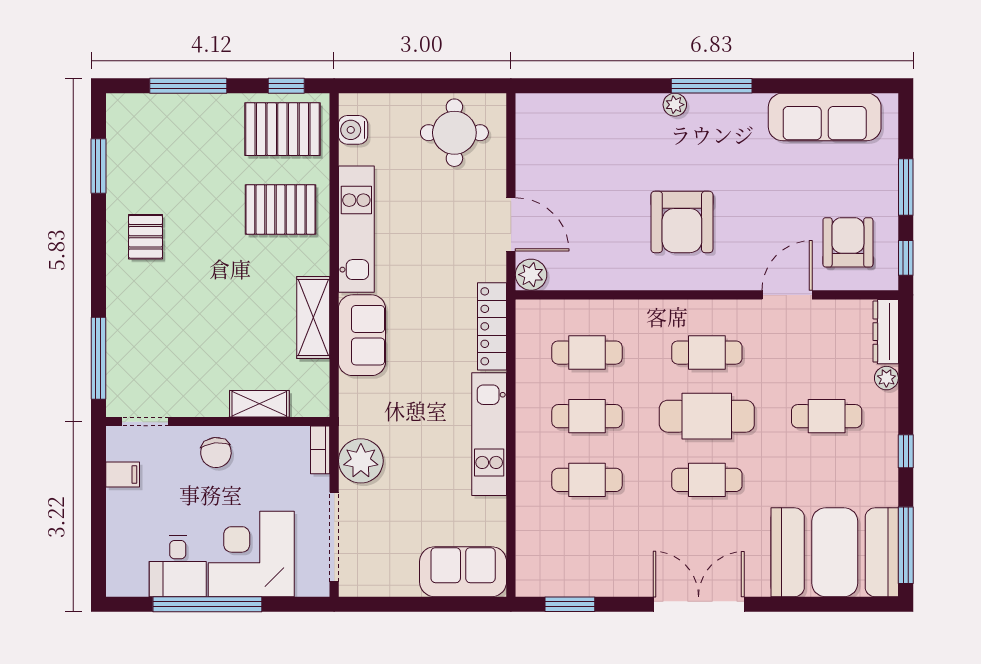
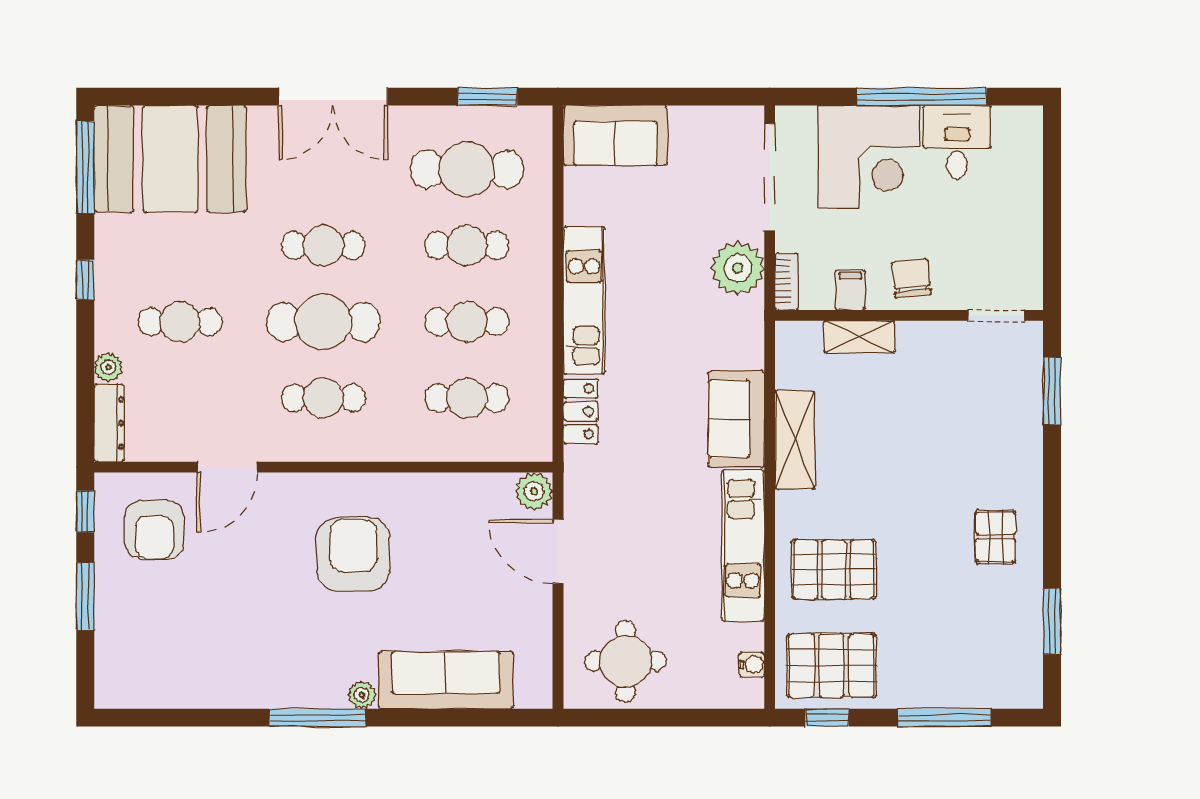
sofa: (825, 117) -> (446, 680), moved
water cooler: (353, 130) -> (752, 665), width x0.72, depth x0.72
locker: (492, 326) -> (581, 411), width x0.66
window: (98, 358) -> (1052, 391), width x0.69
filing cabinet: (123, 475) -> (850, 290), moved, turned 90
cafe table: (587, 544) -> (467, 169), added

